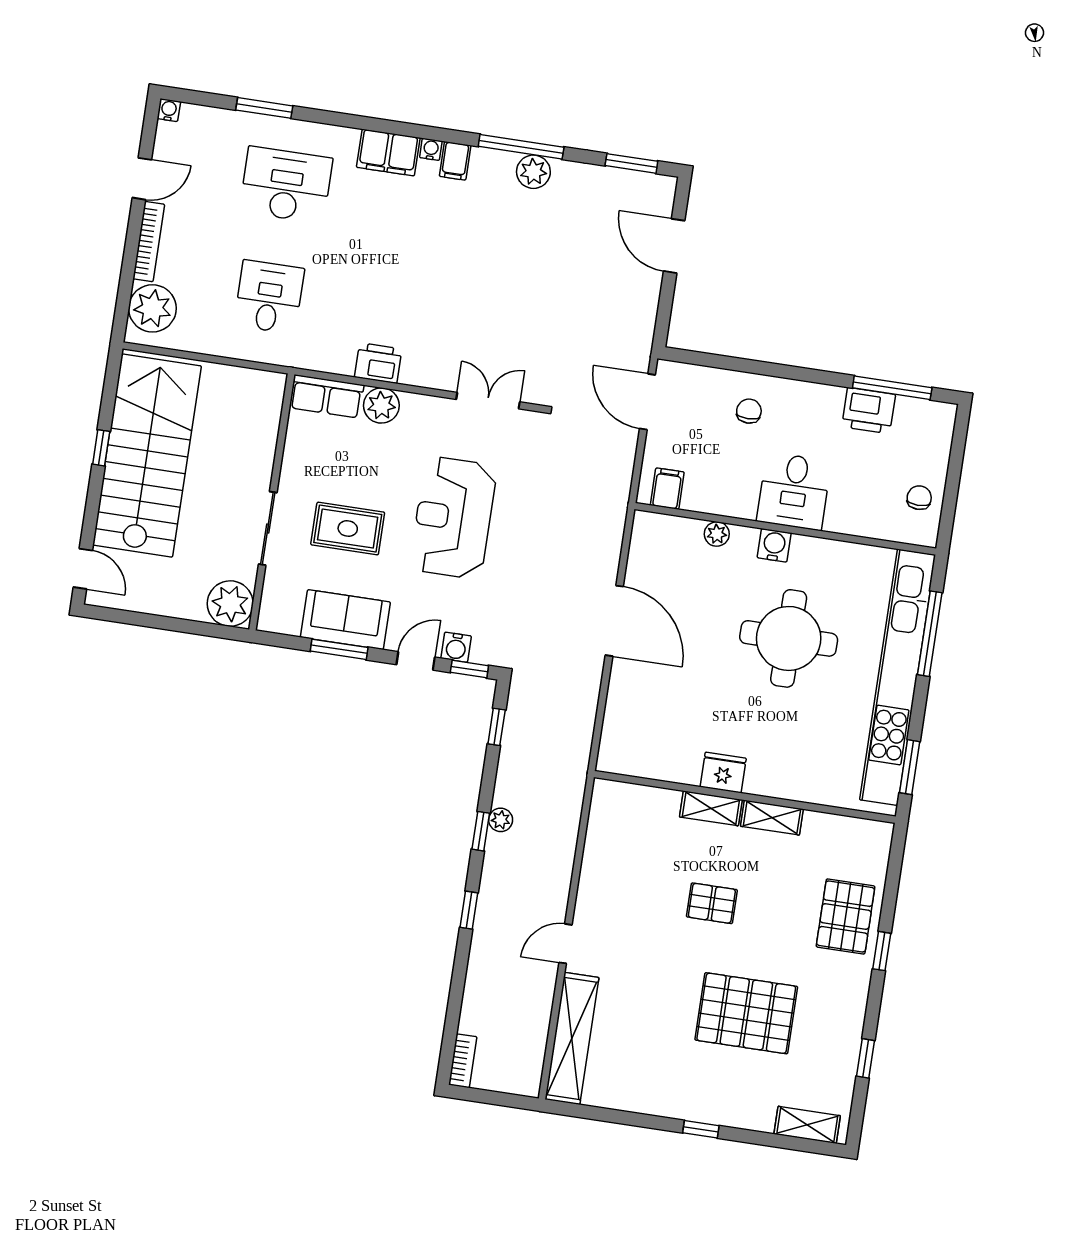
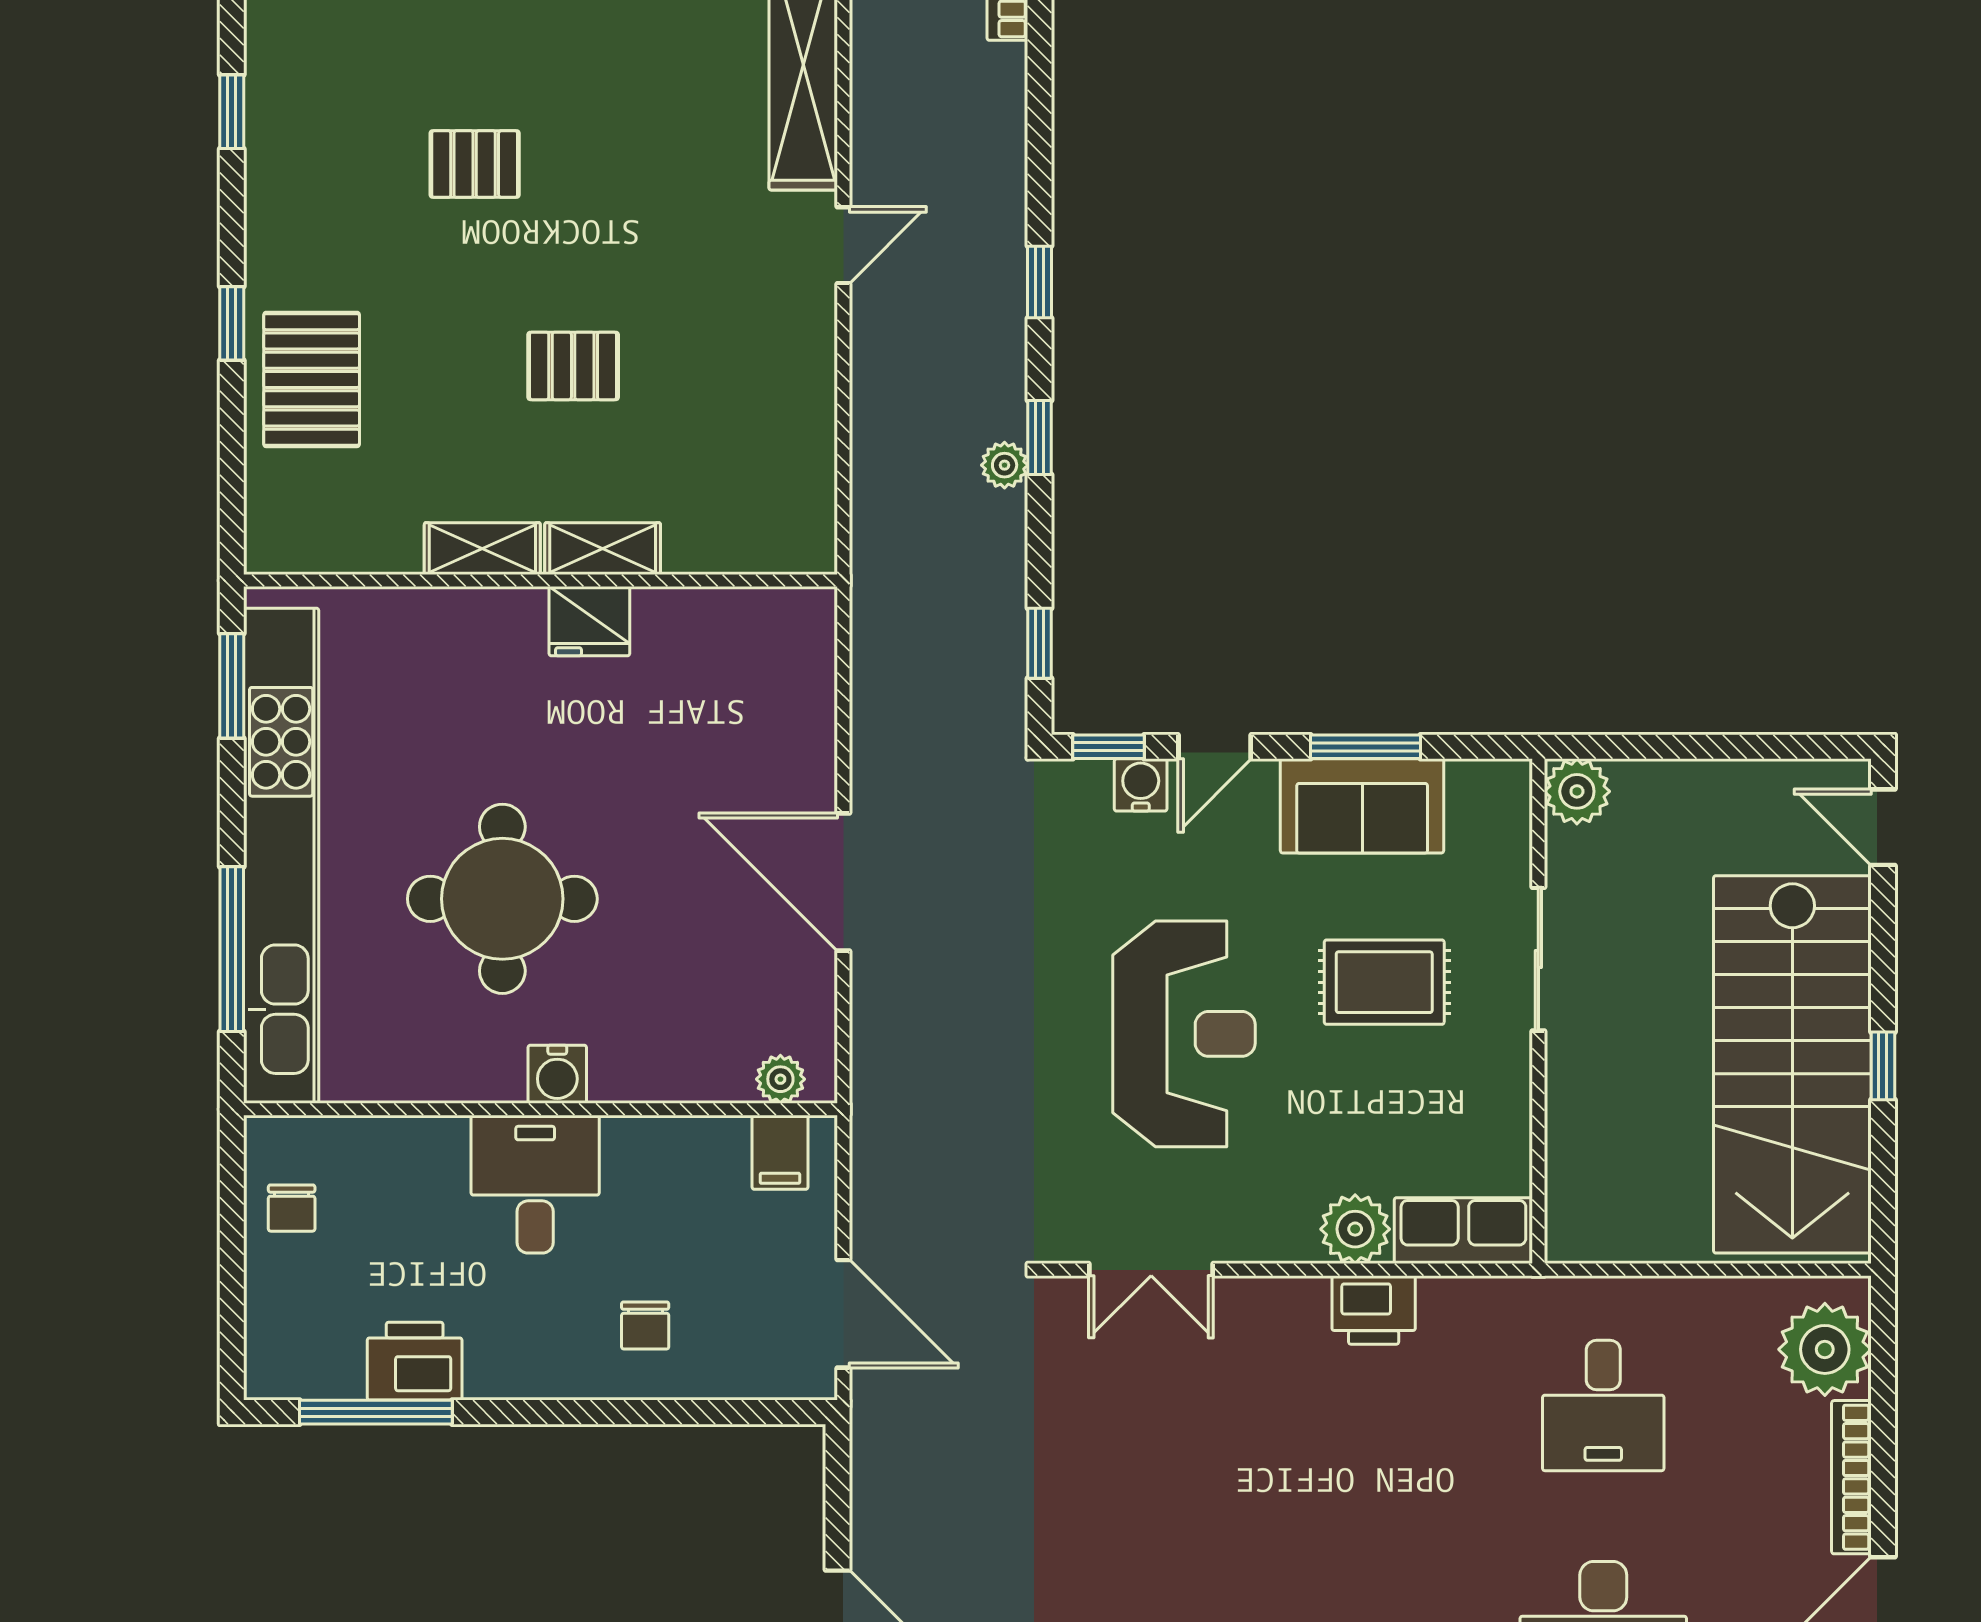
plant: (717, 534) -> (780, 1079), moved
plant: (230, 604) -> (1577, 791), width x0.73, depth x0.73
pallet: (746, 1013) -> (475, 164), width x0.49, depth x0.50

